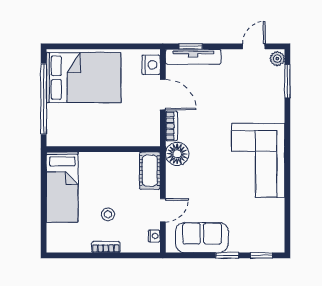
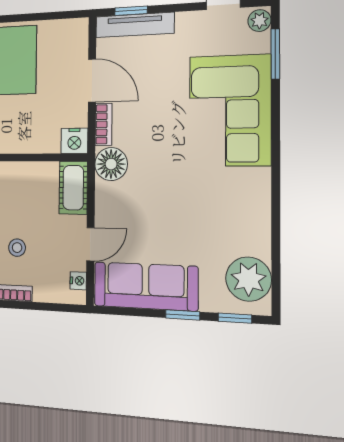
nightstand: (151, 65) -> (74, 141), moved, turned 90
corner sofa: (258, 160) -> (230, 111), moved
plant: (270, 229) -> (249, 279), added
sofa: (202, 238) -> (145, 286), width x1.36

